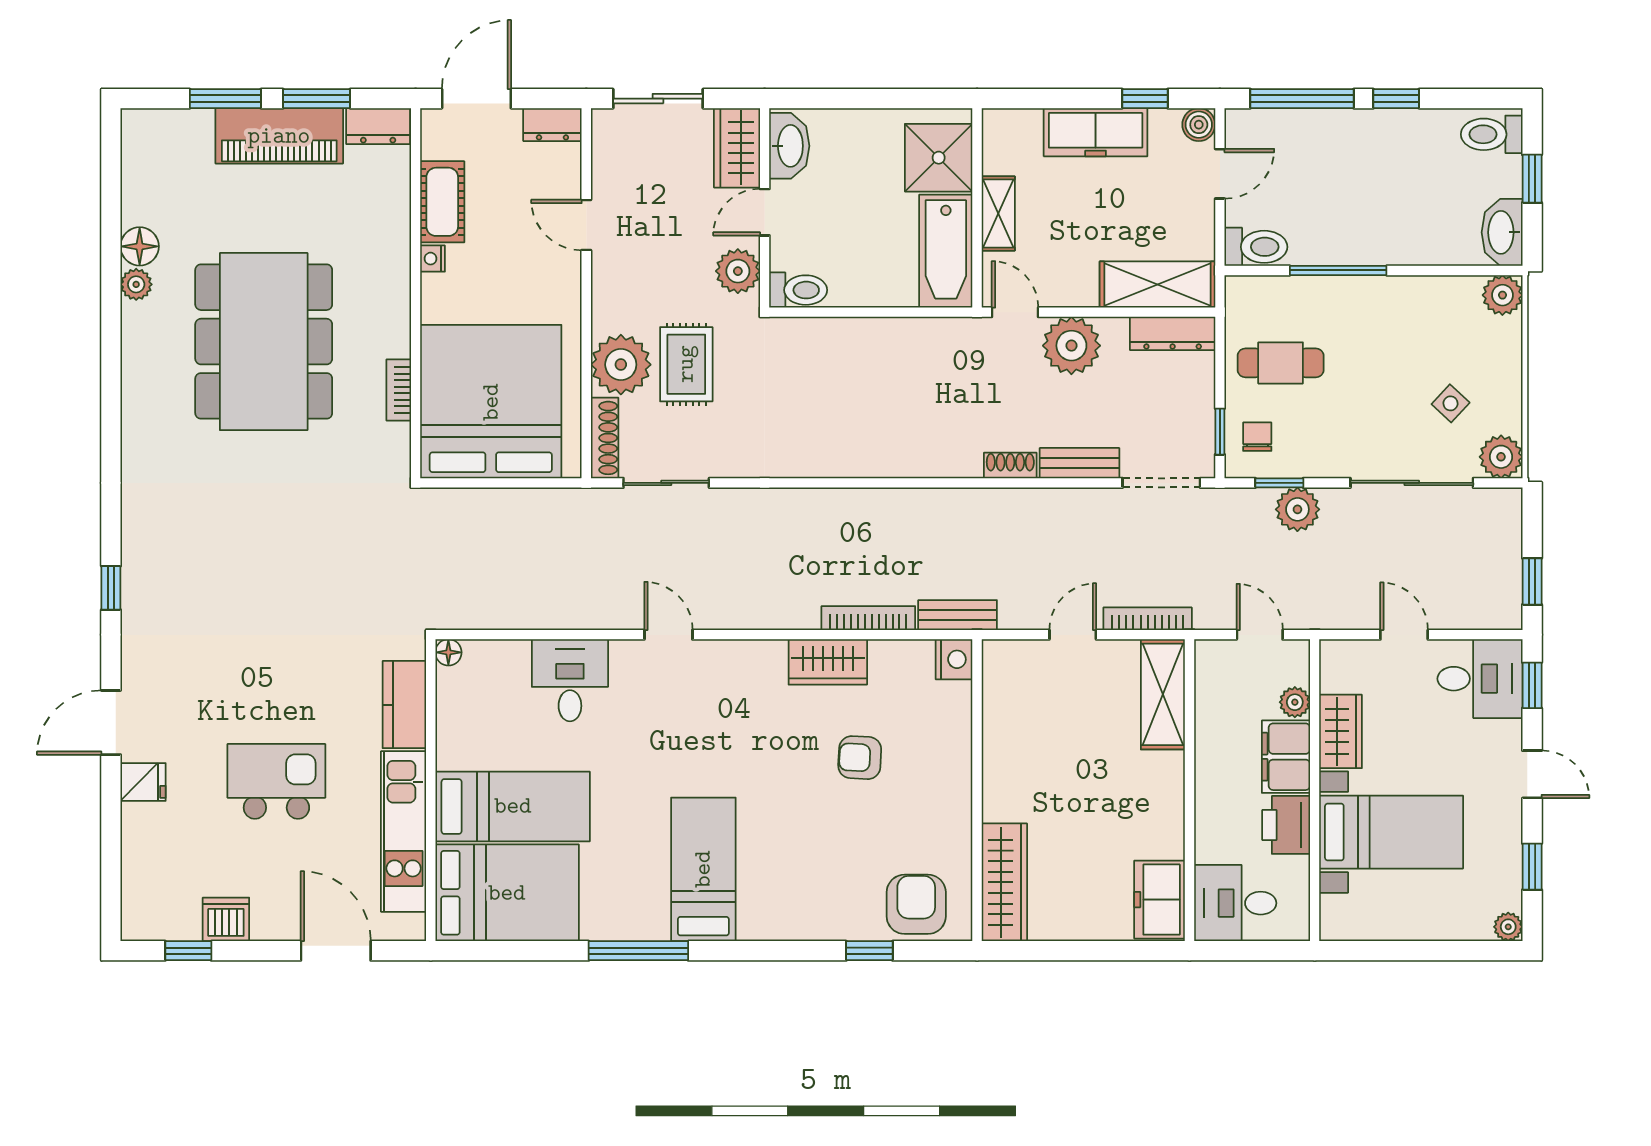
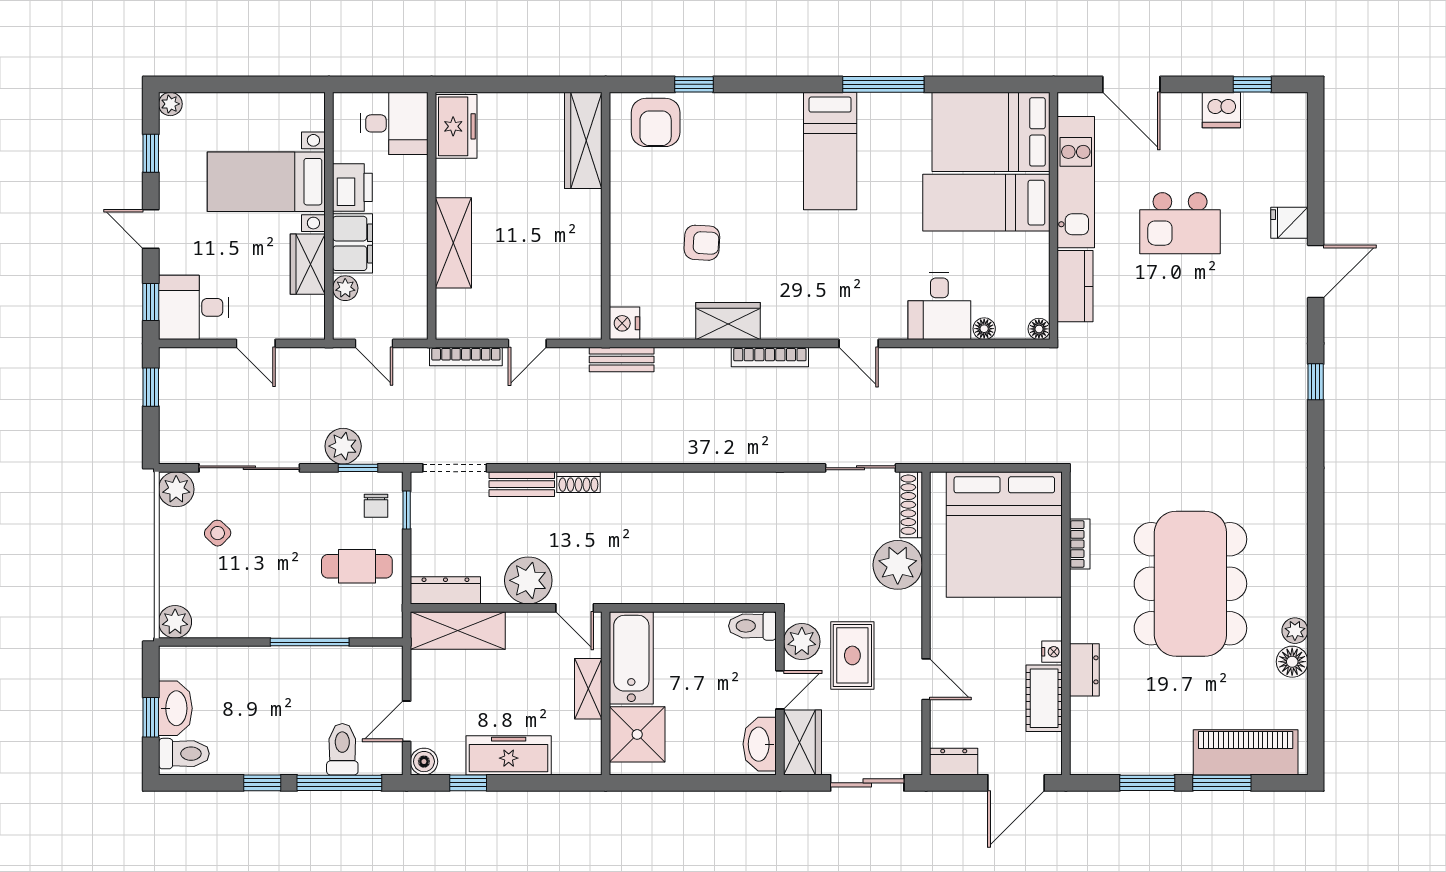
dresser: (378, 126) -> (1084, 670), moved, turned 90
piano: (279, 136) -> (1246, 752), moved
washbasin: (1502, 232) -> (175, 708), moved
toilet: (1256, 247) -> (342, 749), moved, turned 90
rug: (686, 364) -> (852, 655), moved
bookcase: (868, 618) -> (770, 357), moved
floor lamp: (515, 653) -> (984, 329), added
shelving: (1163, 694) -> (453, 243), moved

